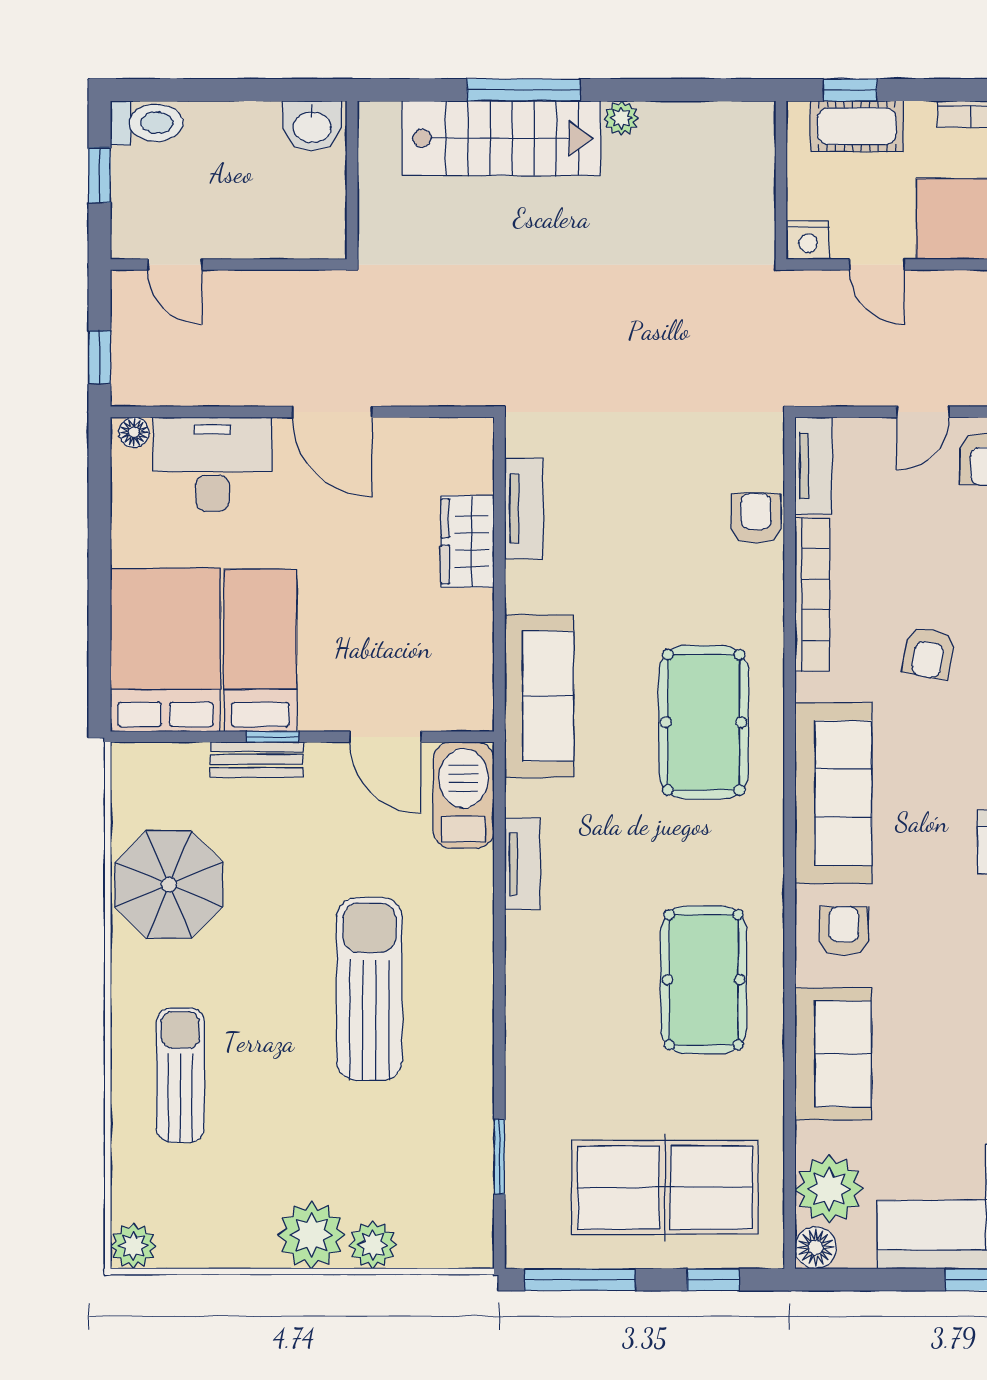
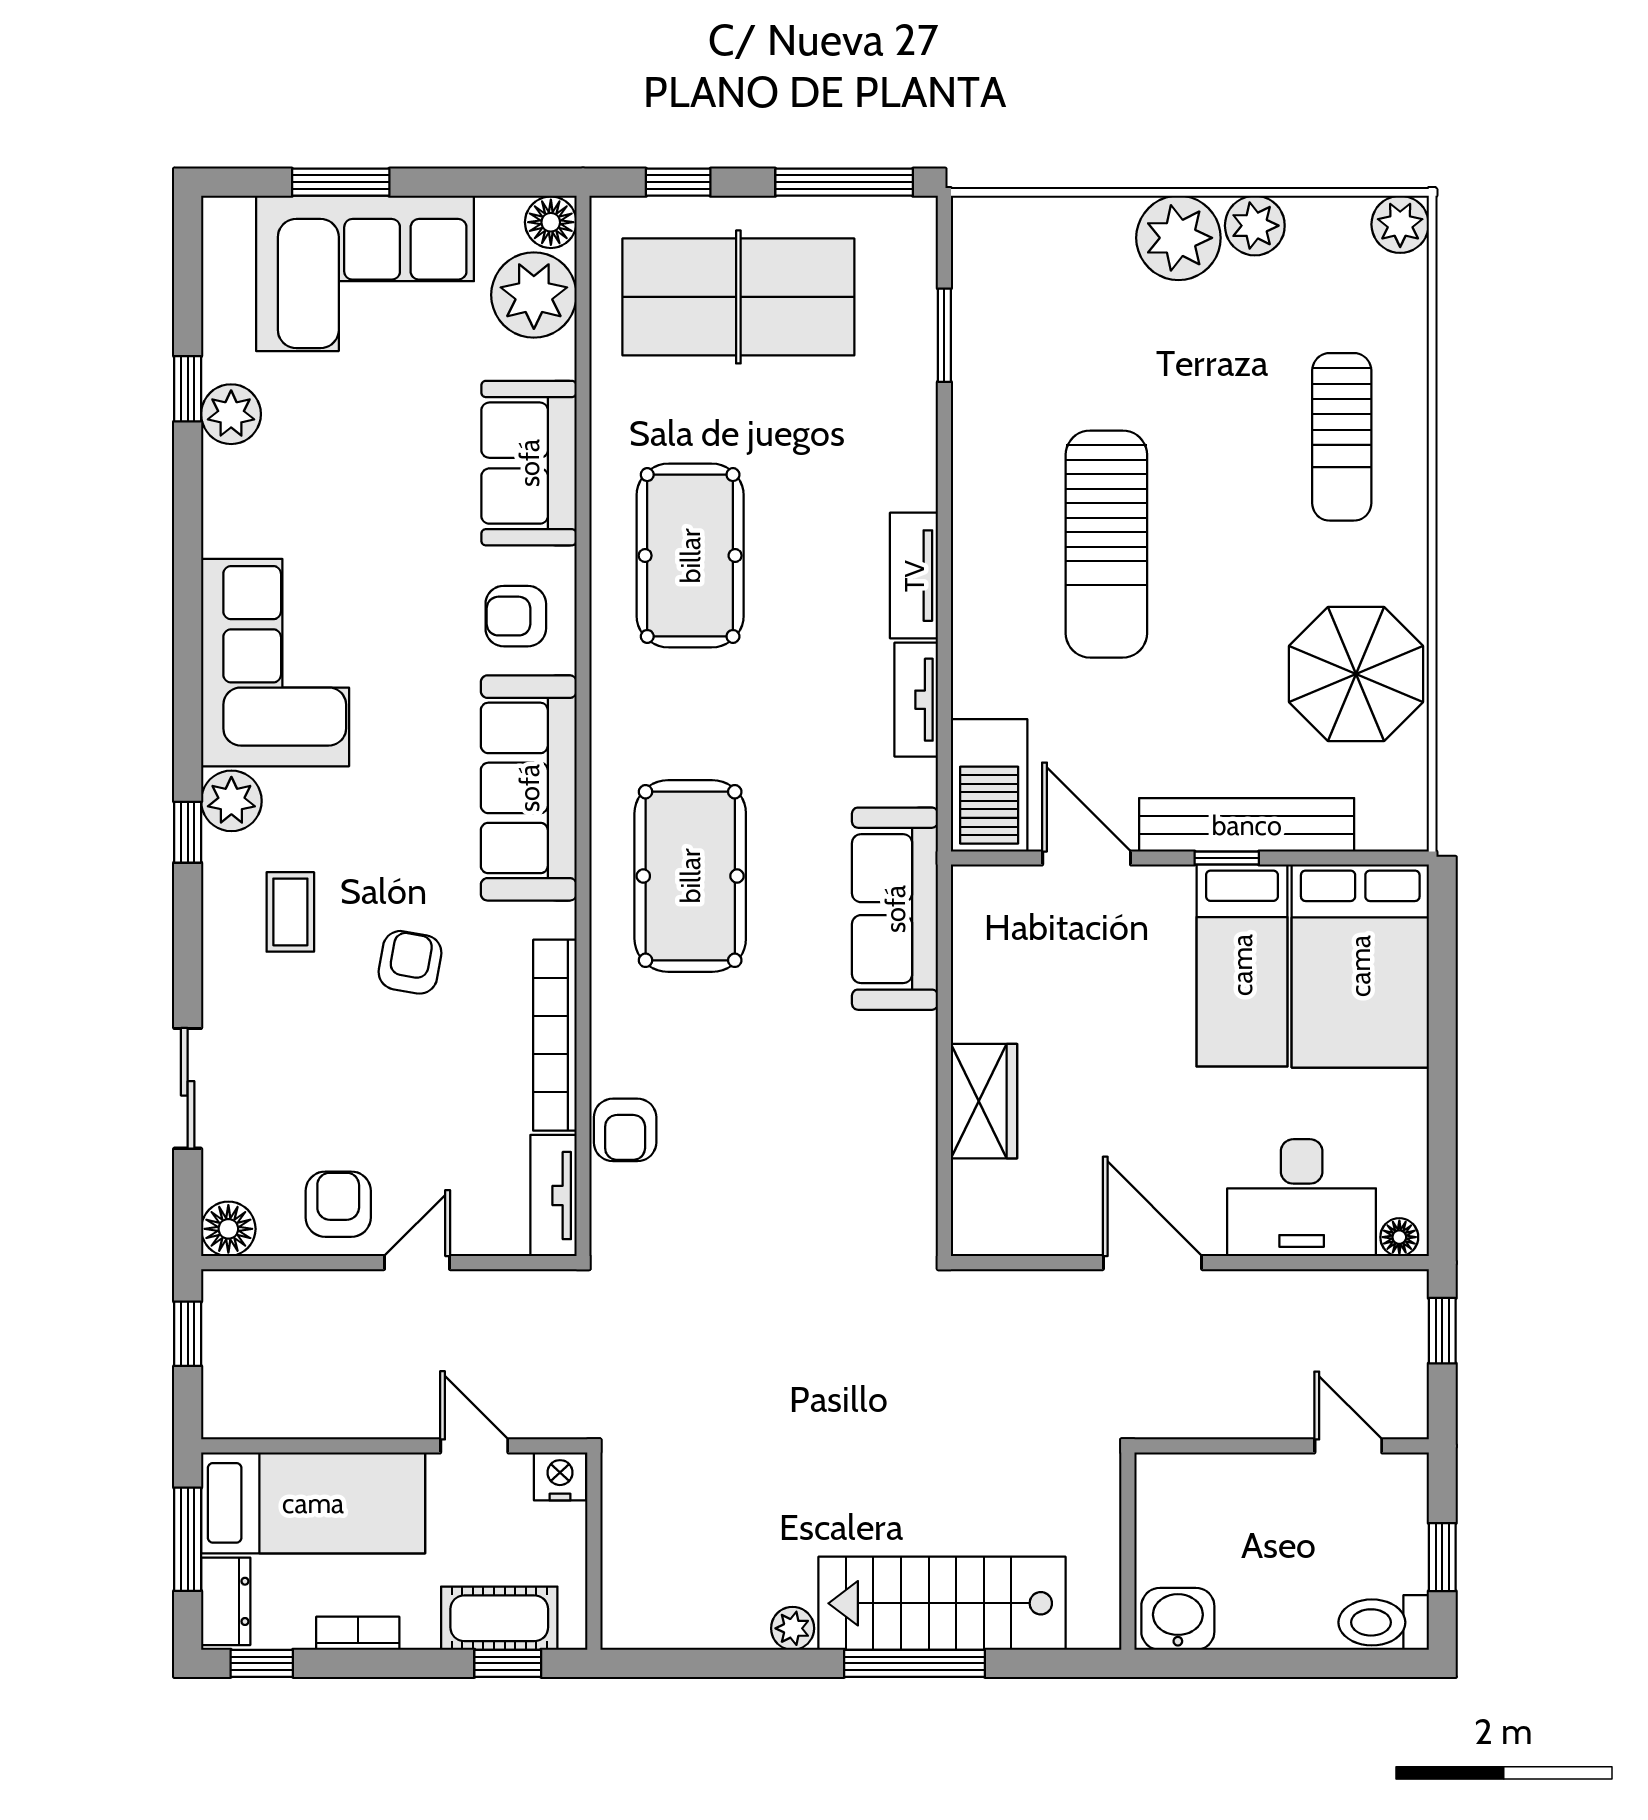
tv unit: (524, 508) -> (914, 576), moved
bench: (257, 760) -> (1247, 825), width x1.86, depth x1.21
armchair: (844, 931) -> (516, 616), turned 90
plant: (373, 1245) -> (1255, 226), moved

